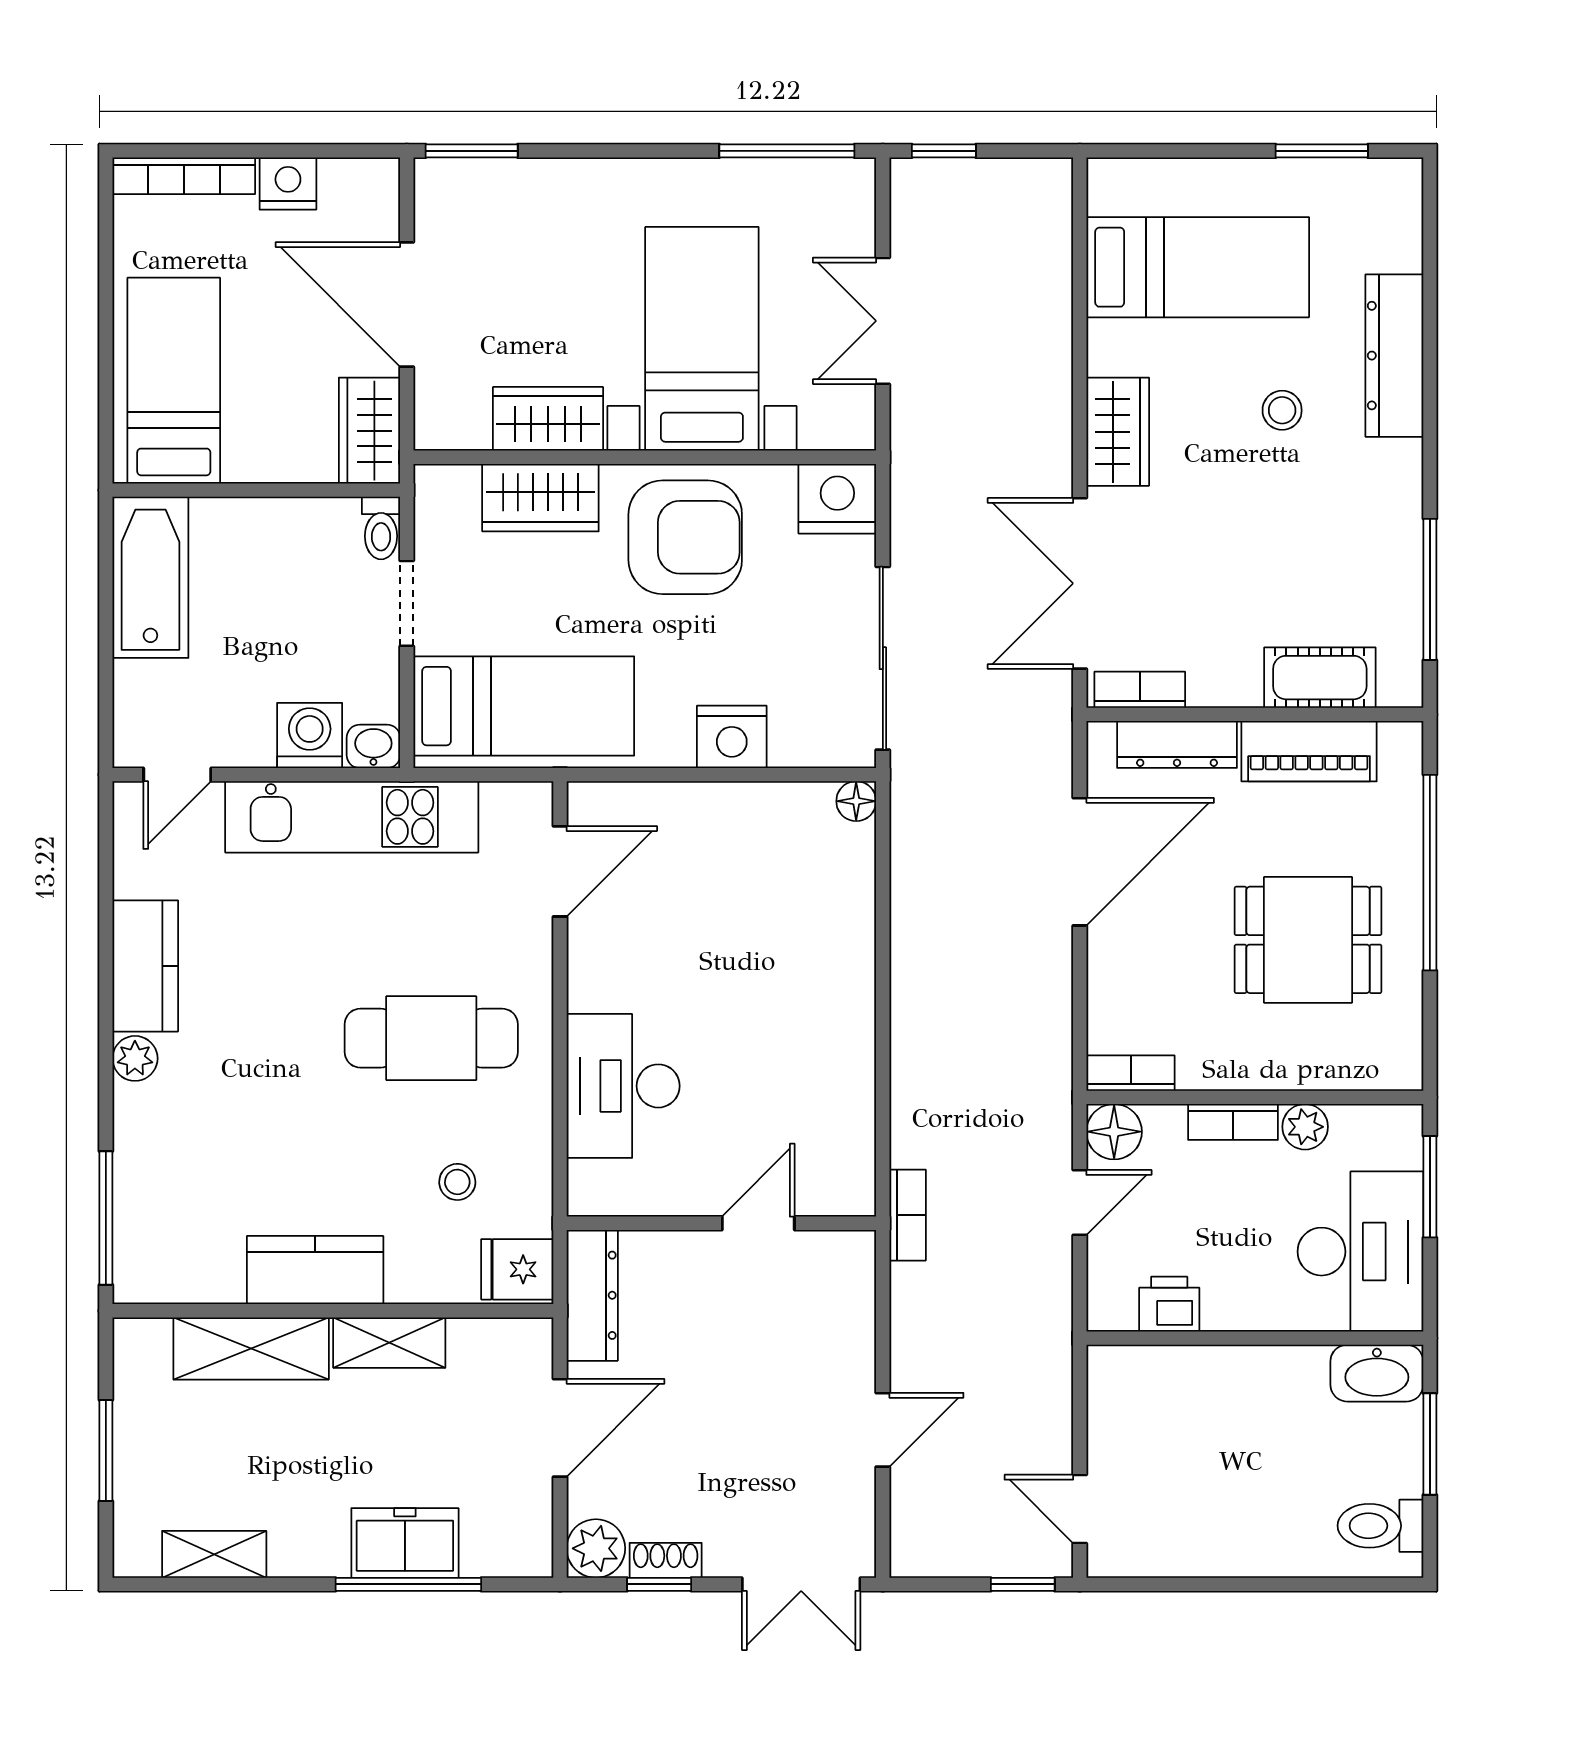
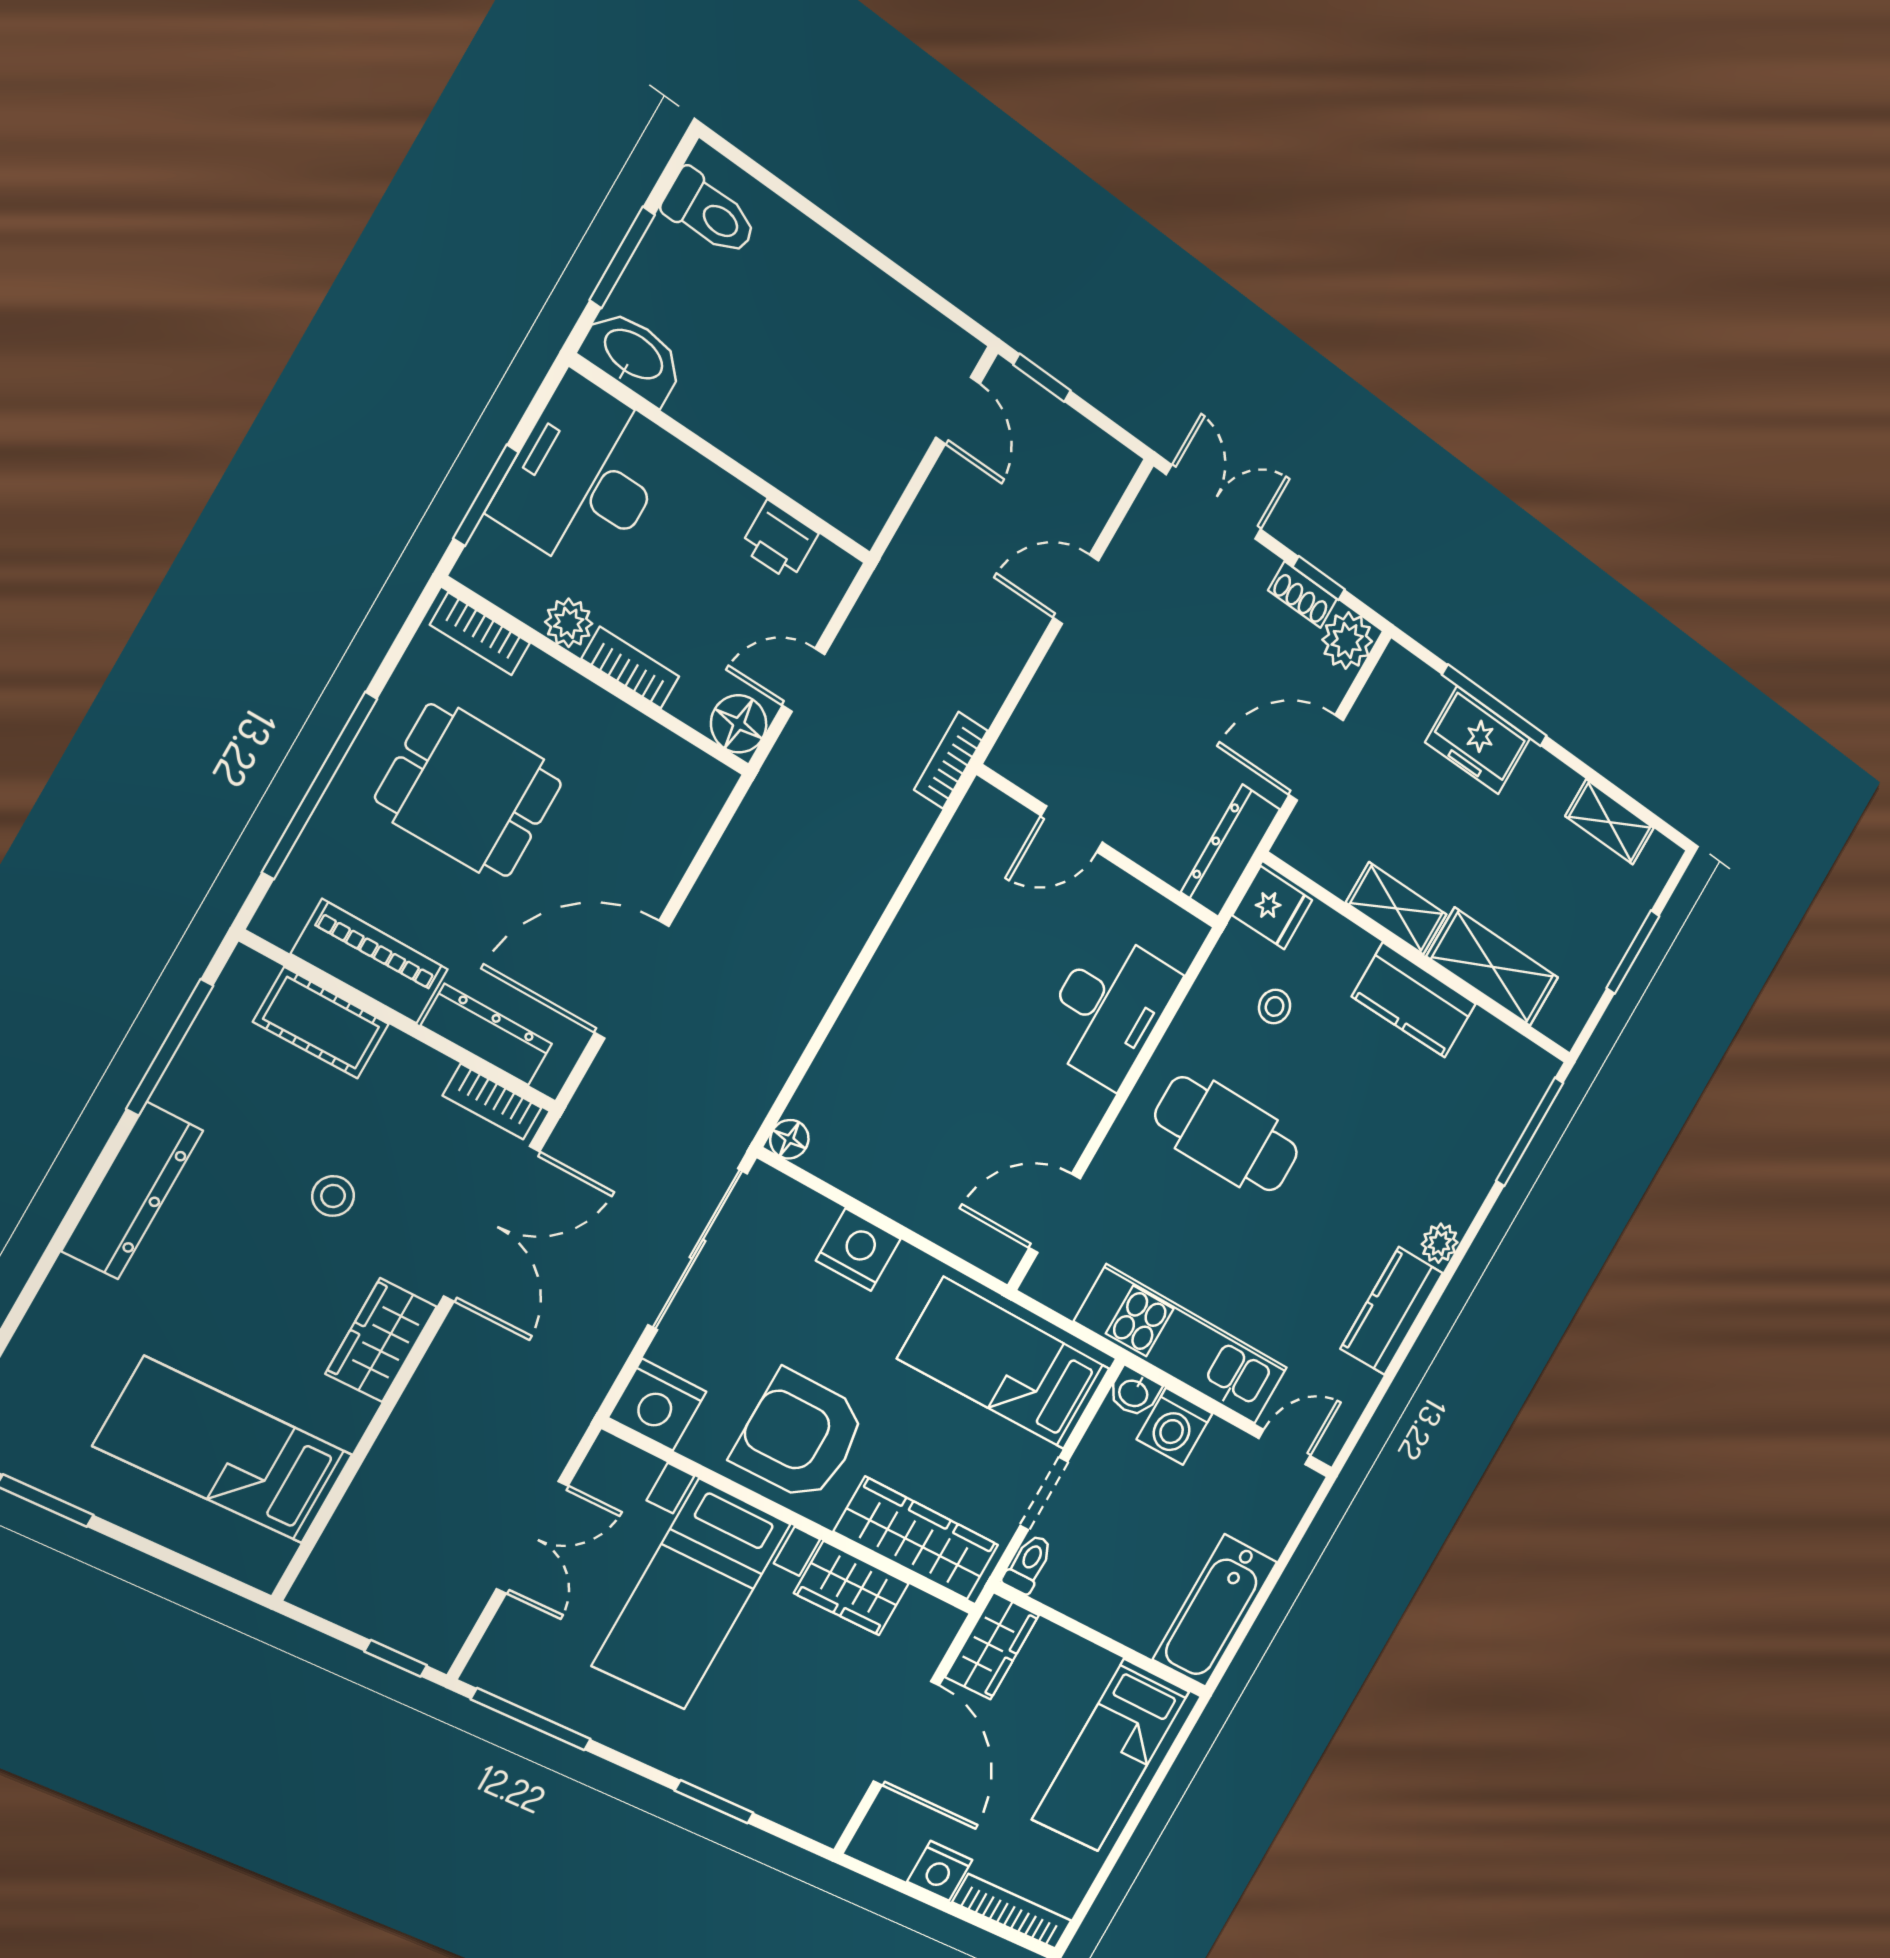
window: (472, 151) -> (714, 1802), moved
dresser: (1394, 356) -> (132, 1191), moved
stool: (1282, 410) -> (333, 1196), moved
wardrobe: (540, 498) -> (917, 1538), width x1.50
bookcase: (1131, 1073) -> (480, 634), moved

